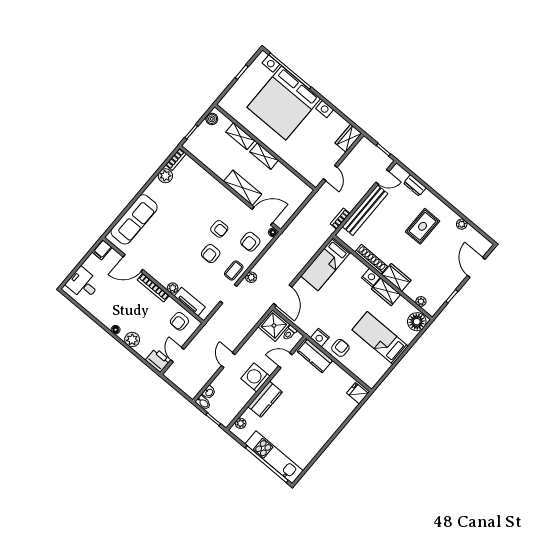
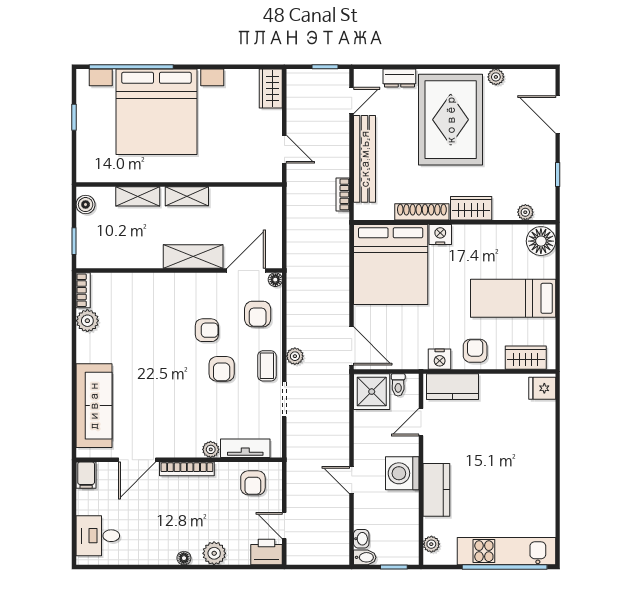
rug: (422, 226) -> (451, 120), width x1.86, depth x2.06
bed: (326, 264) -> (391, 264), width x2.04
wardrobe: (386, 292) -> (526, 358), moved, turned 180

